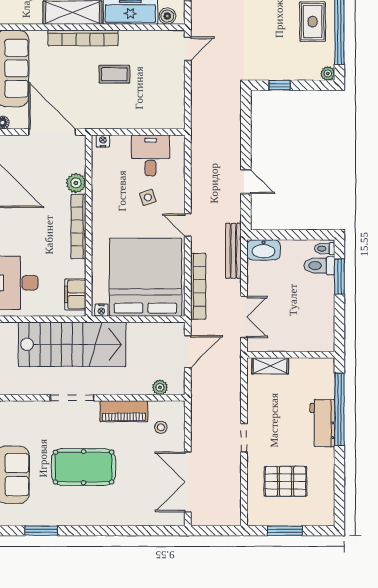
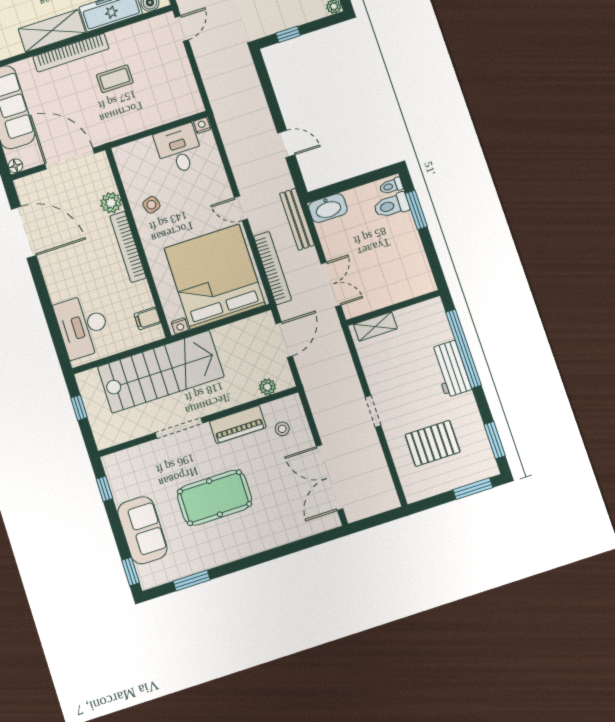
nightstand: (103, 141) -> (202, 125), moved
side table: (148, 197) -> (151, 205), moved
filing cabinet: (75, 294) -> (147, 318), width x0.50
window: (339, 496) -> (495, 440), added
window: (285, 531) -> (473, 489), moved

